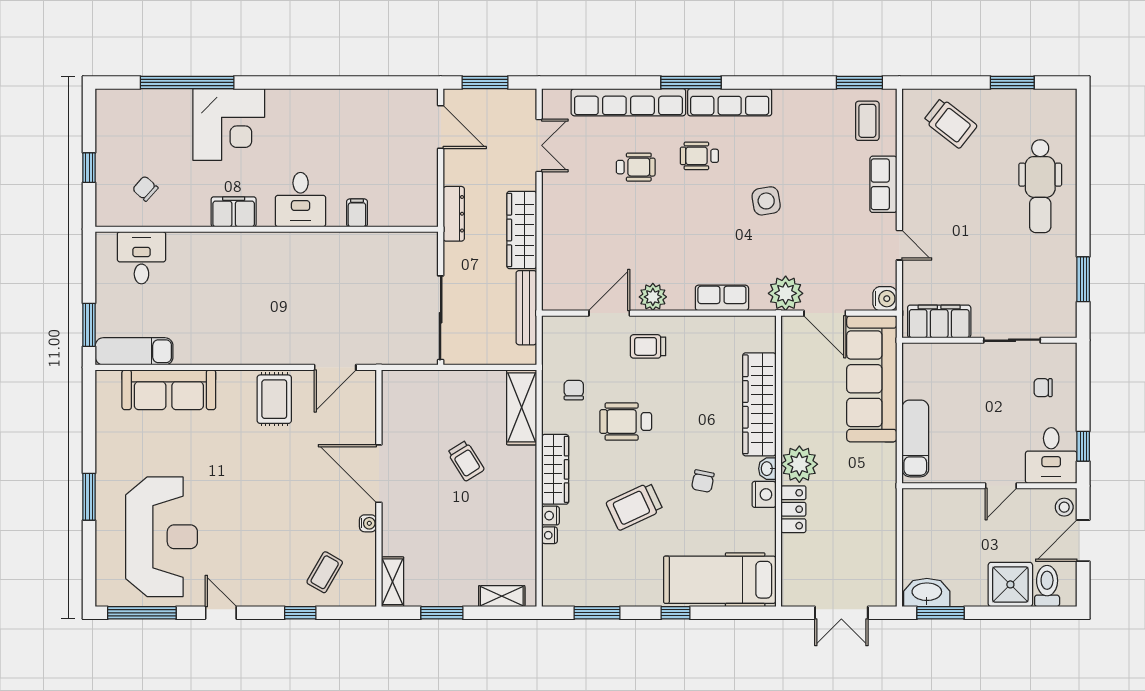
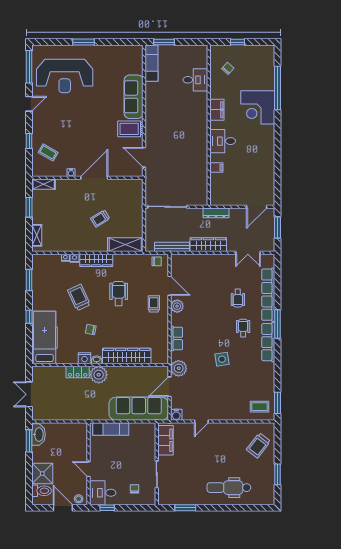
row of seats: (883, 184) -> (230, 414), removed
desk: (141, 258) -> (195, 80), moved
sofa: (169, 390) -> (134, 97), moved
chair: (574, 390) -> (157, 261), moved

